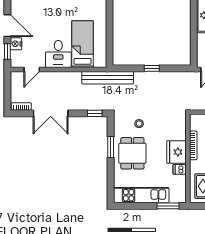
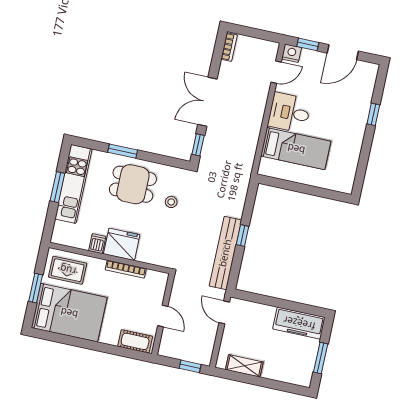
nightstand: (16, 44) -> (292, 53), moved
door: (32, 69) -> (276, 72), swing flipped
bench: (108, 78) -> (225, 253), moved
double door: (51, 113) -> (207, 102), moved
window: (111, 147) -> (123, 151), moved
window: (168, 206) -> (57, 187), moved

